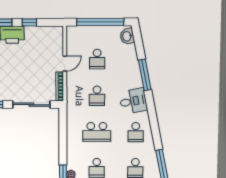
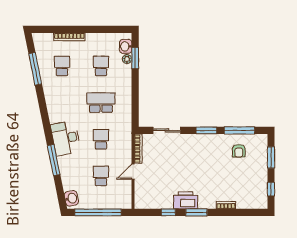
desk: (133, 101) -> (66, 138), width x1.37
sliding door: (31, 105) -> (167, 130), width x0.73
school desk: (136, 132) -> (62, 103), removed

